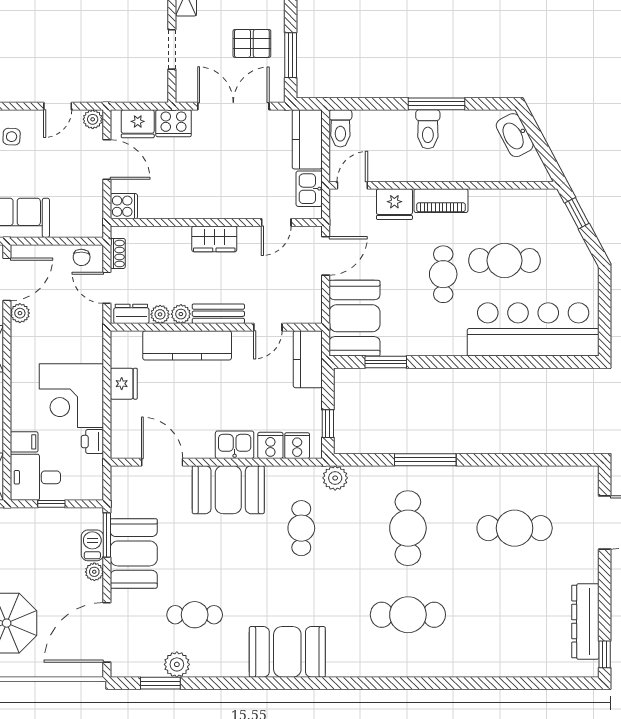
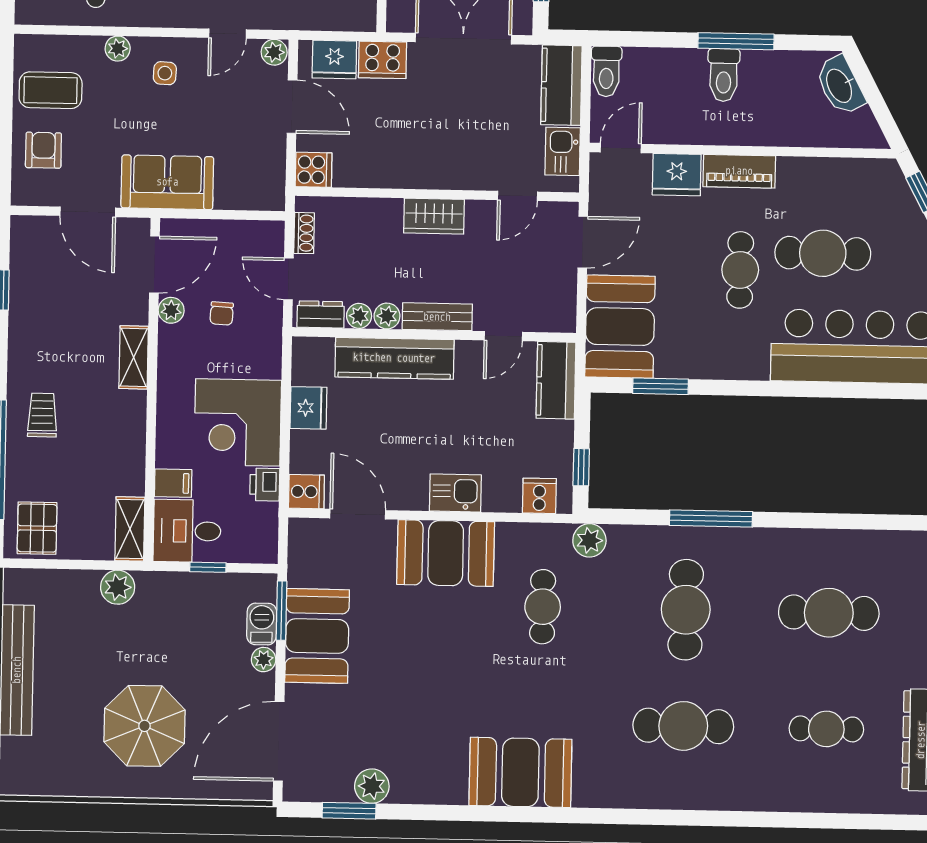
chair: (82, 257) -> (222, 313), moved
cooker: (270, 445) -> (306, 492), moved, turned 90
cafe table: (195, 615) -> (826, 729), moved

